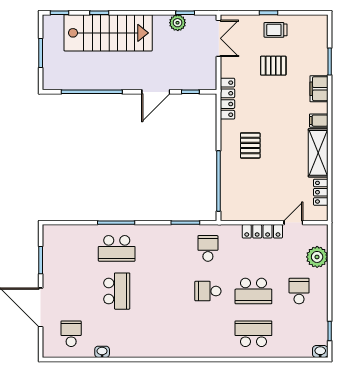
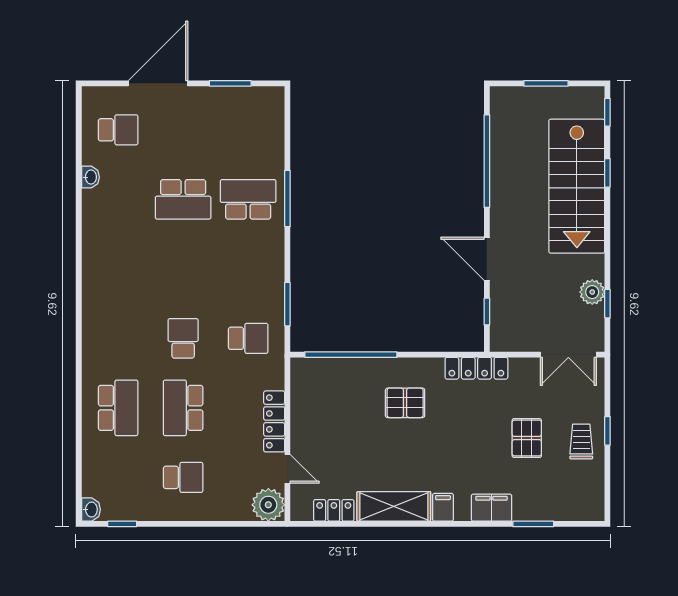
school desk: (117, 248) -> (248, 199), turned 90
plant: (317, 257) -> (268, 505), moved

